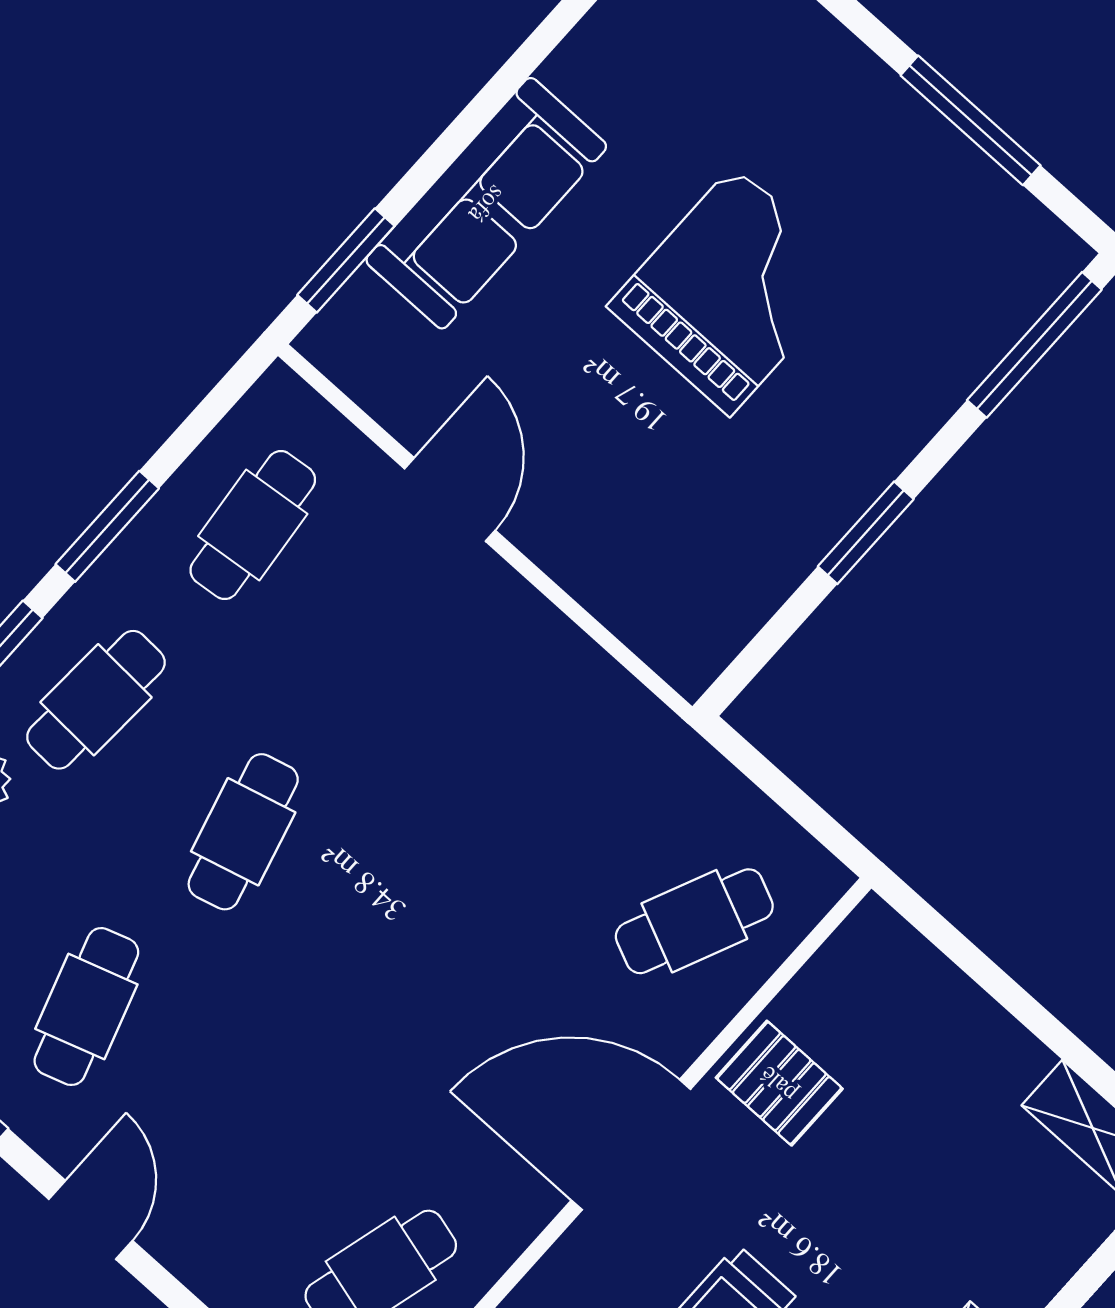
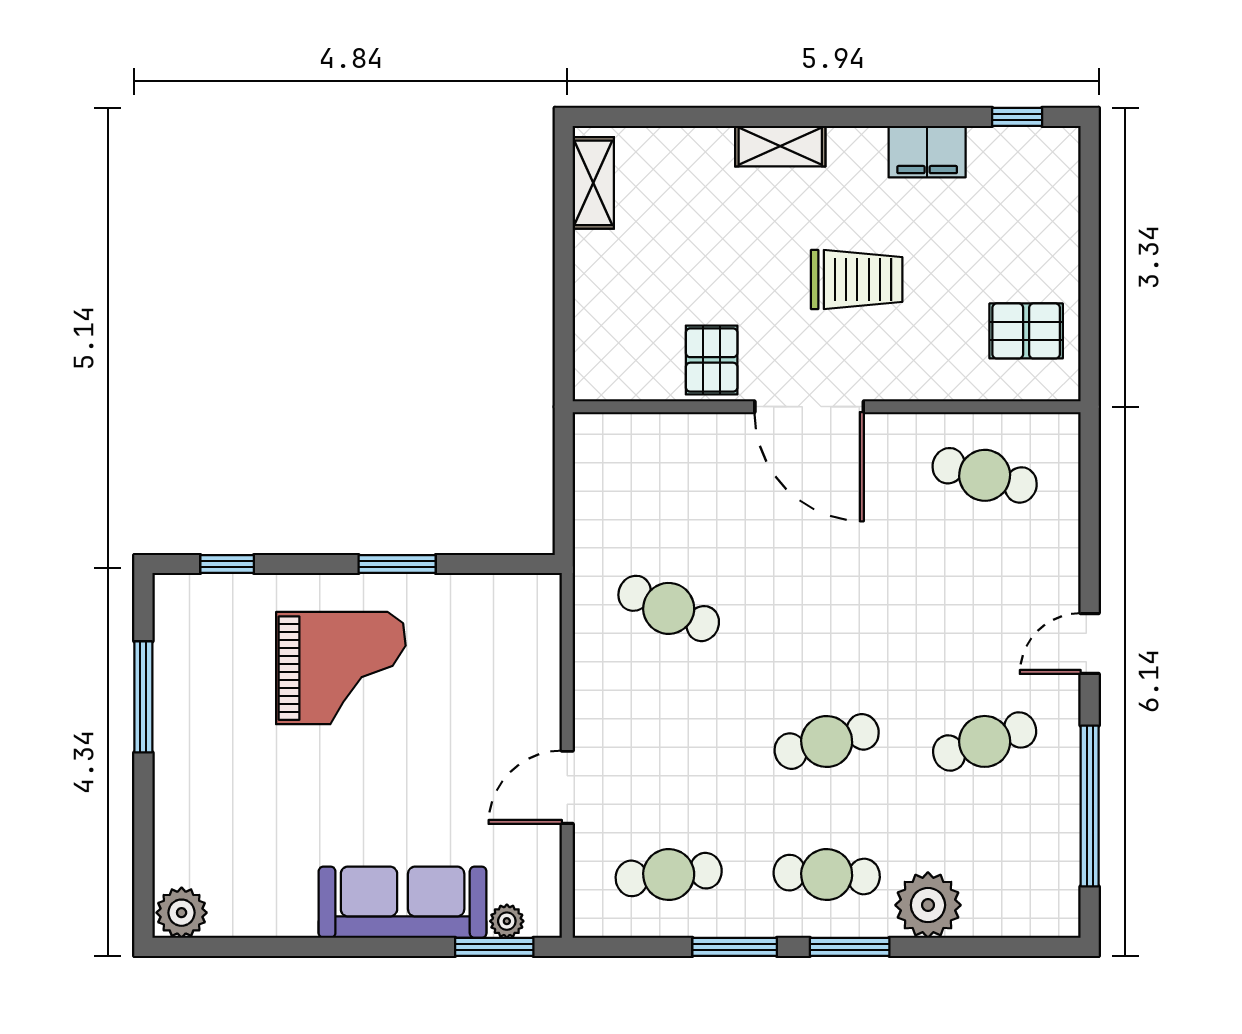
grand piano: (732, 290) -> (341, 668), moved, turned 180
plant: (362, 300) -> (507, 921), added
window: (1034, 345) -> (227, 564), width x0.46
cafe table: (694, 921) -> (669, 608), moved

